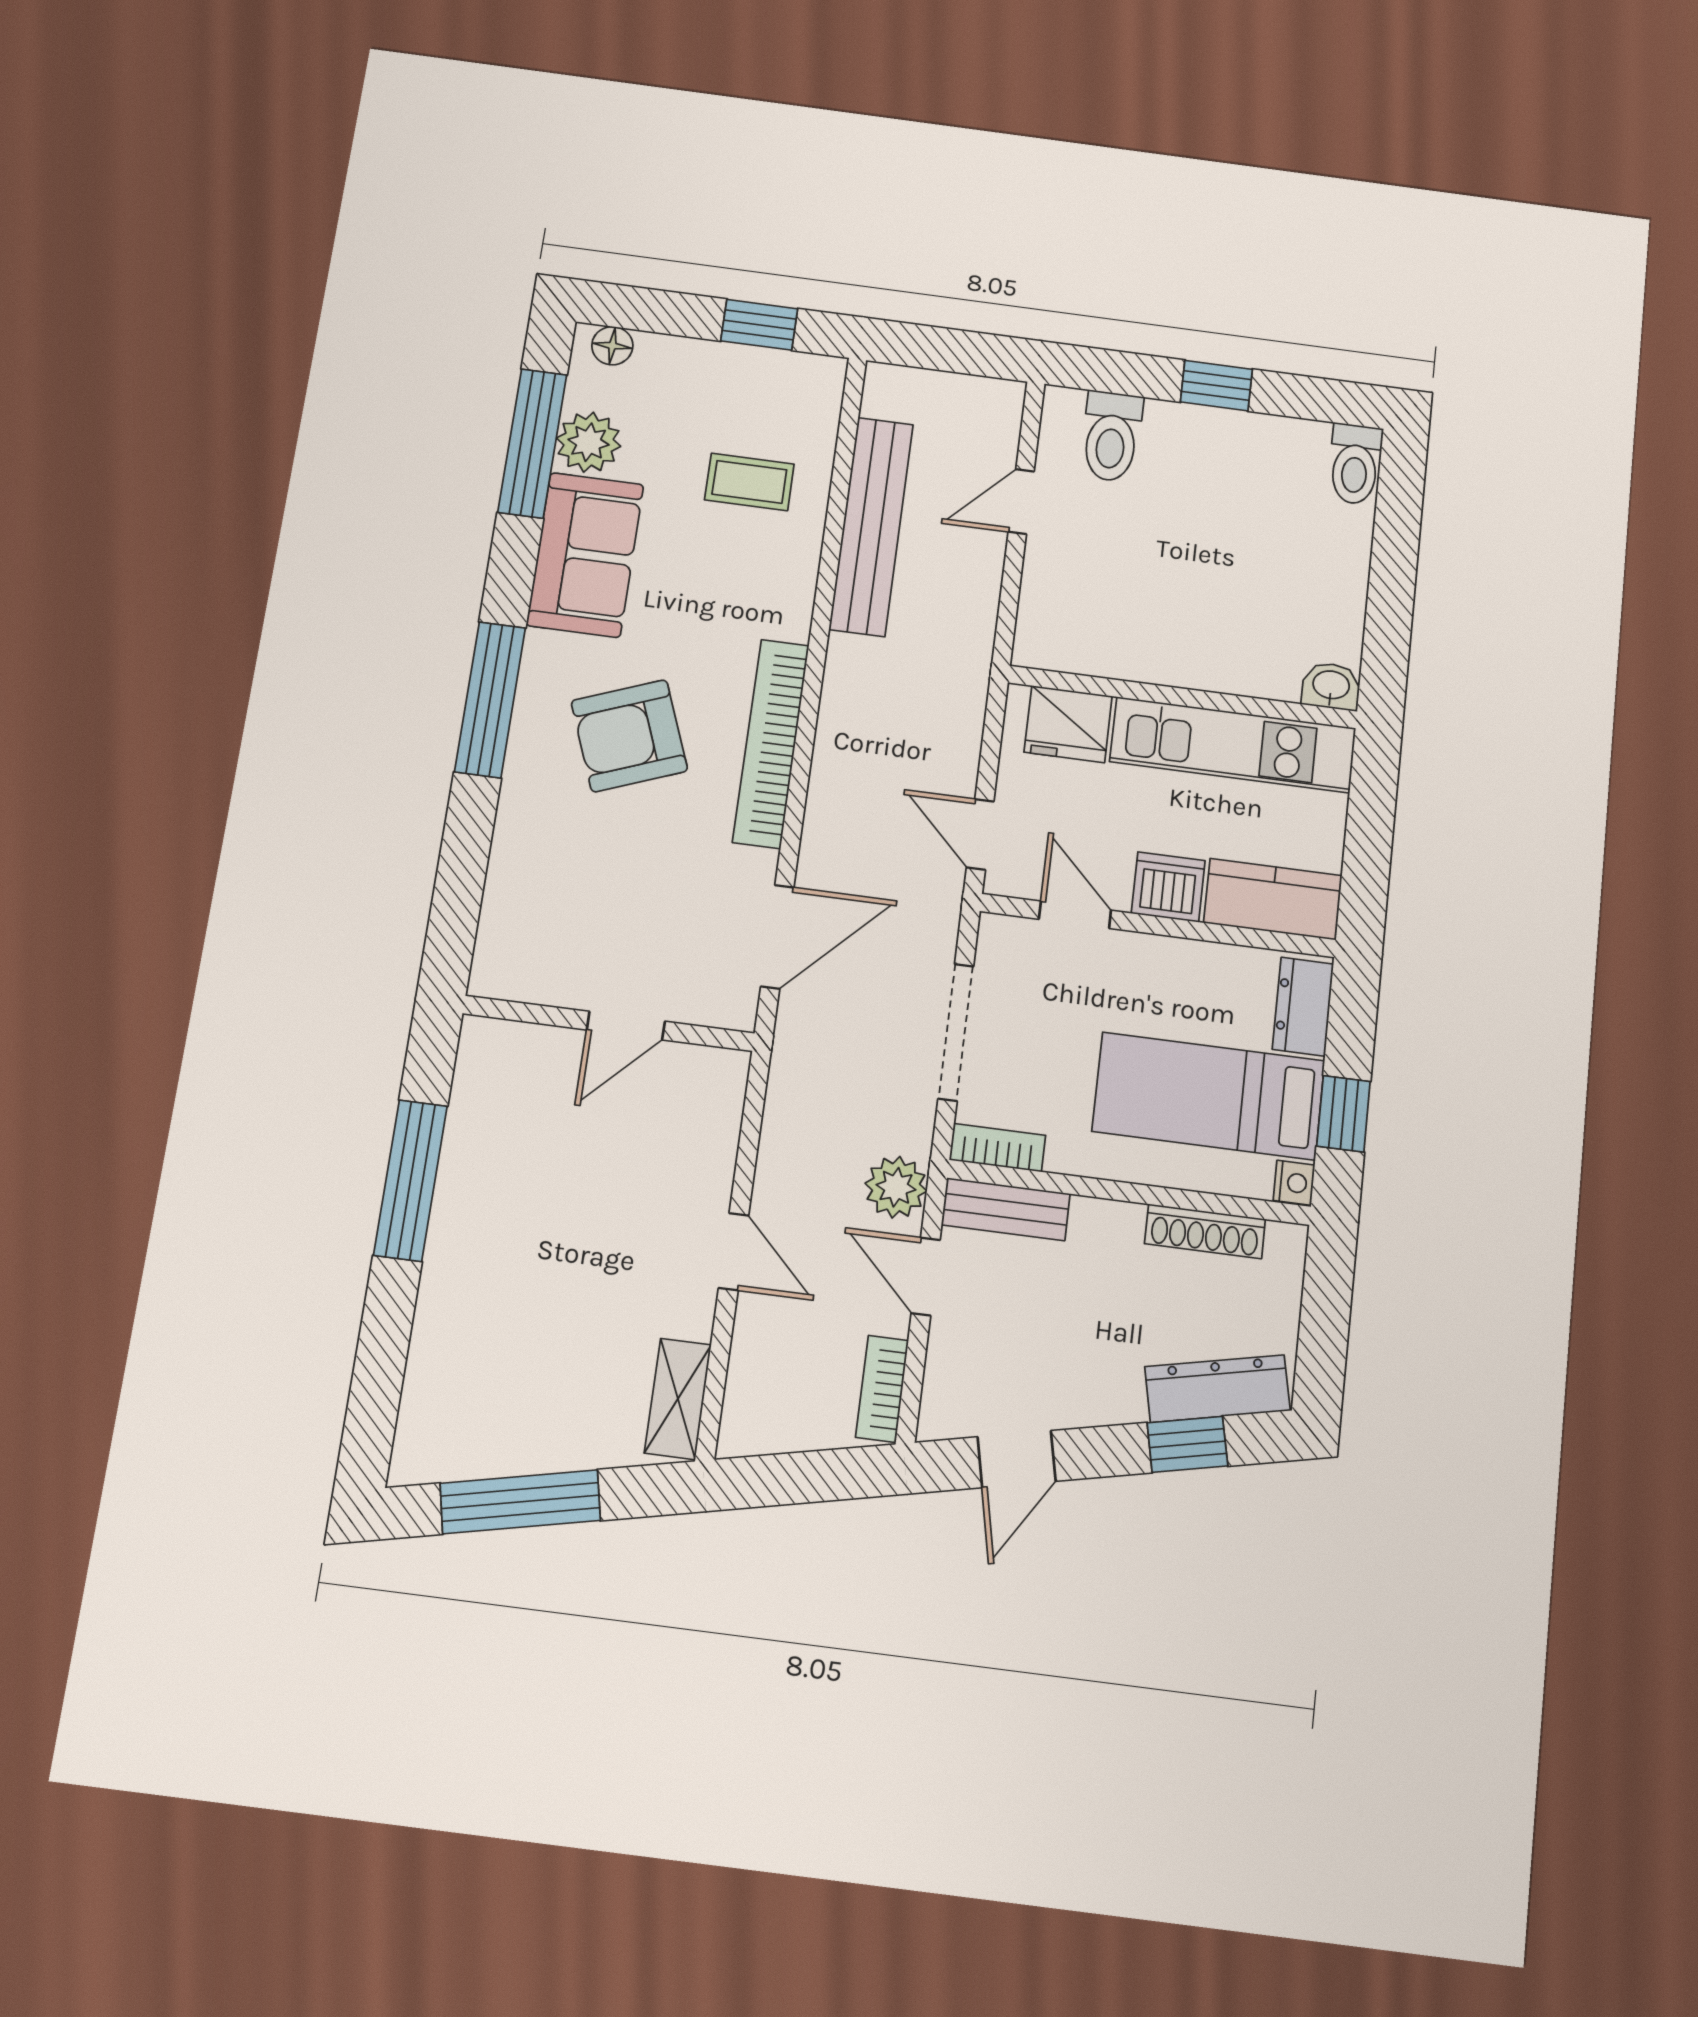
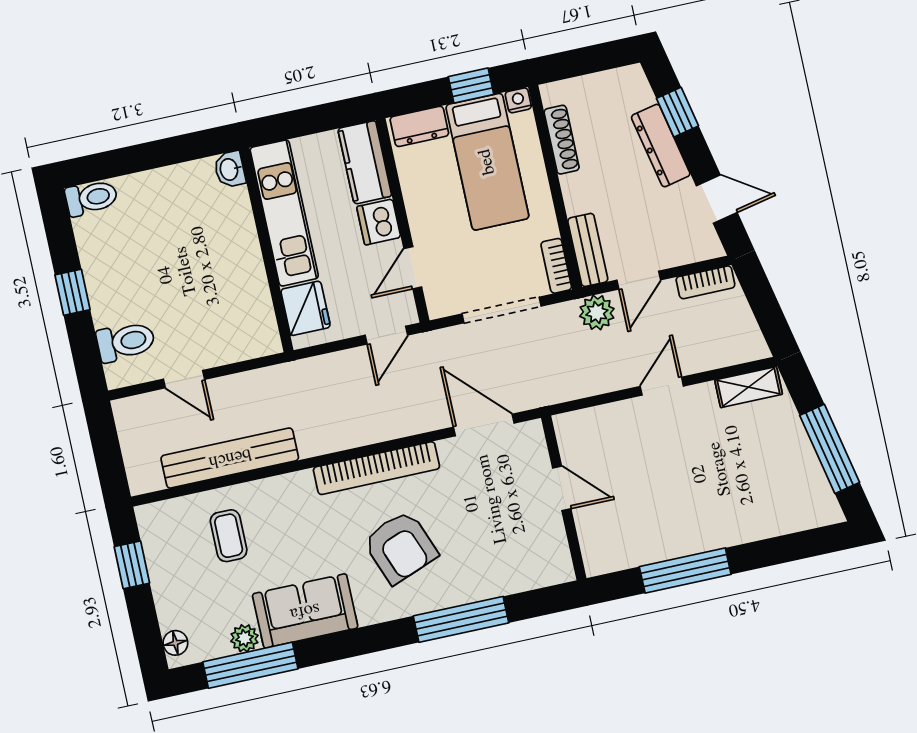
plant: (589, 442) -> (244, 638), width x0.73, depth x0.73
window: (490, 700) -> (461, 619), moved
dresser: (1217, 1389) -> (661, 146), moved

